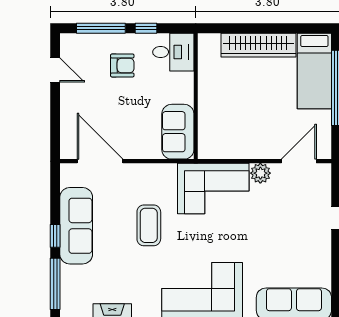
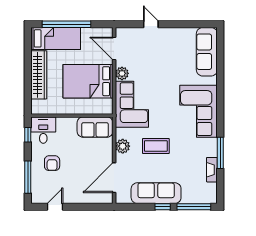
window: (146, 28) -> (28, 135), moved
armchair: (122, 65) -> (52, 163), turned 180
bed: (249, 121) -> (88, 81), added
plant: (148, 174) -> (123, 146), added

